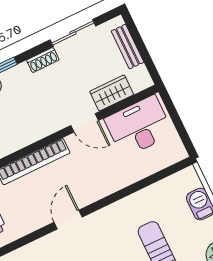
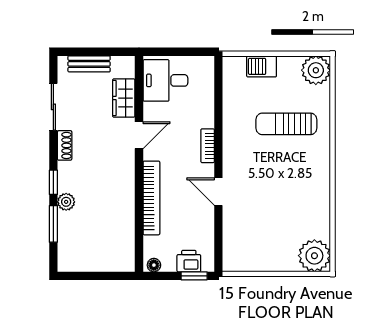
desk: (139, 126) -> (165, 80), width x0.73
bookcase: (105, 190) -> (208, 146), added

